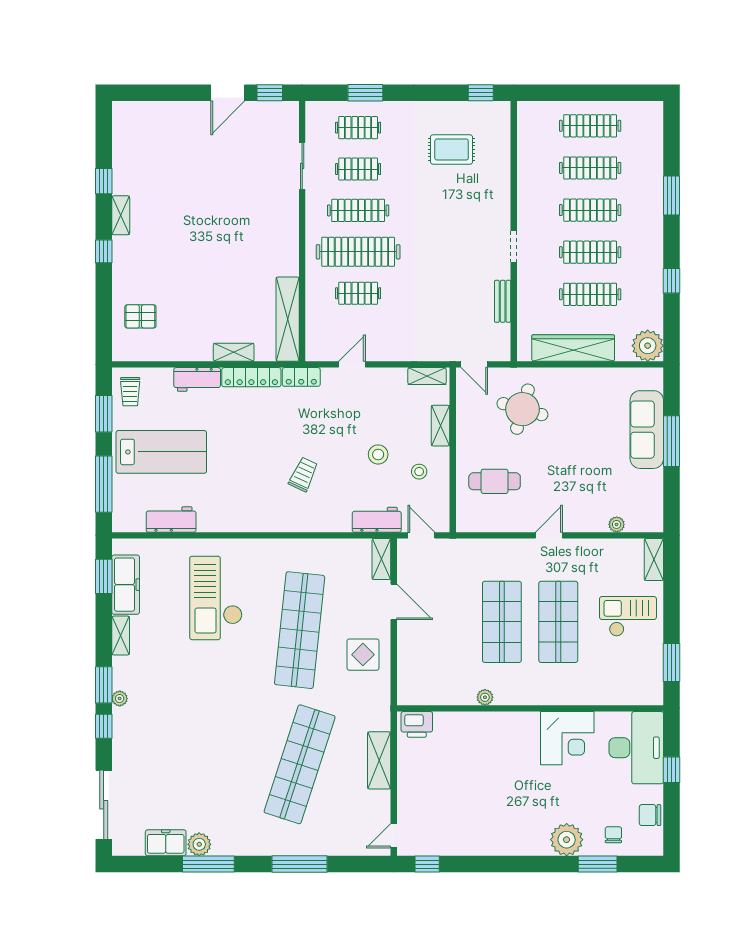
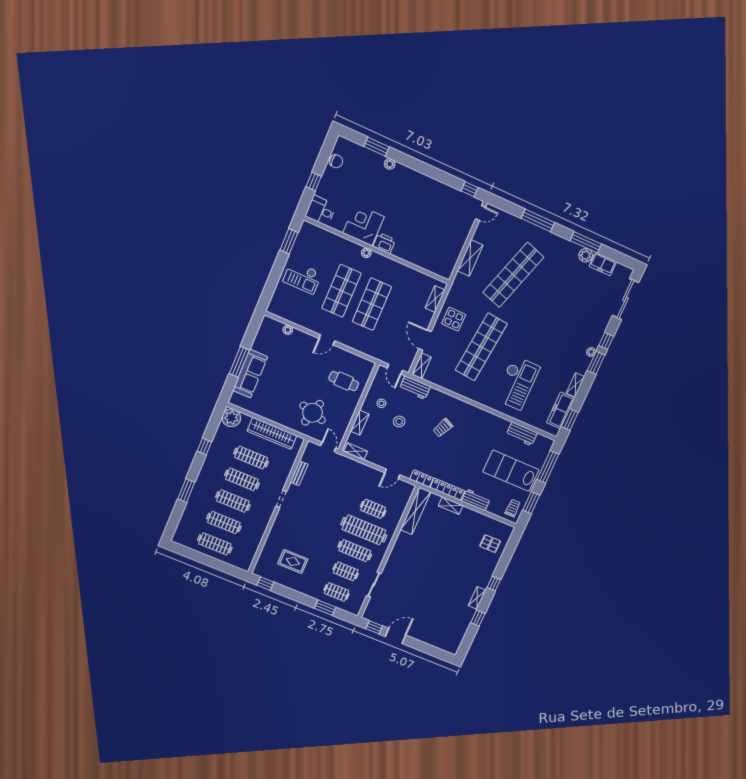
shelving: (654, 560) -> (435, 299), moved
plant: (485, 697) -> (366, 253), moved
printer: (417, 724) -> (384, 243), moved
desk: (636, 748) -> (321, 210), width x0.53, depth x0.77
chair: (613, 835) -> (361, 159), removed
plant: (567, 840) -> (390, 164), width x0.53, depth x0.53

